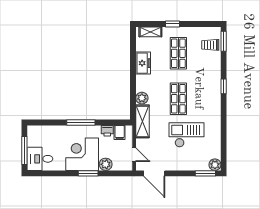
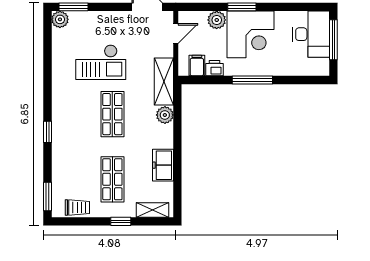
trolley: (210, 45) -> (77, 208), moved
door: (134, 155) -> (176, 34), swing flipped
desk: (40, 159) -> (311, 34), width x1.37

